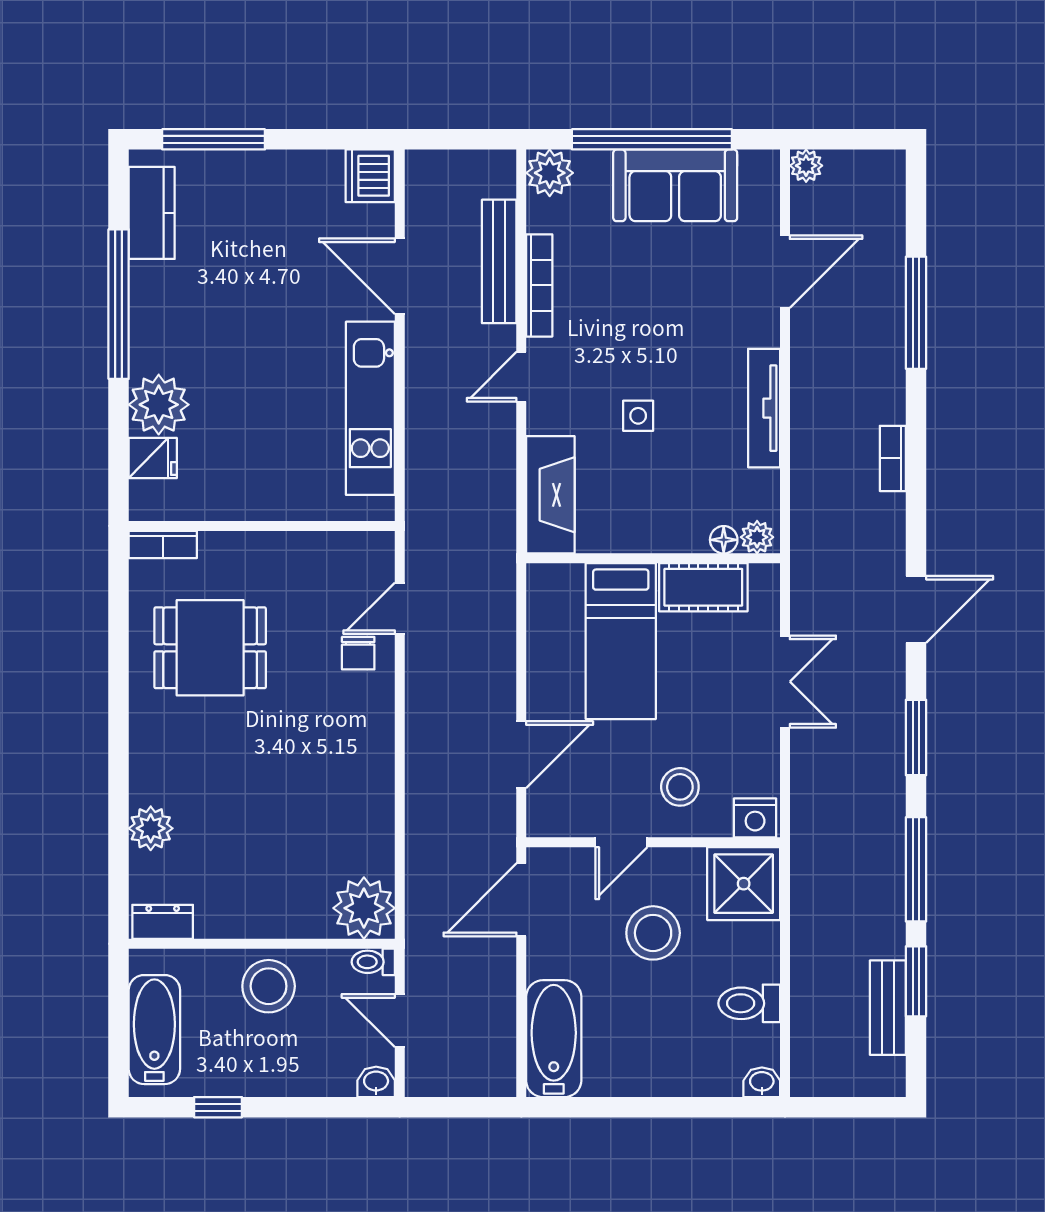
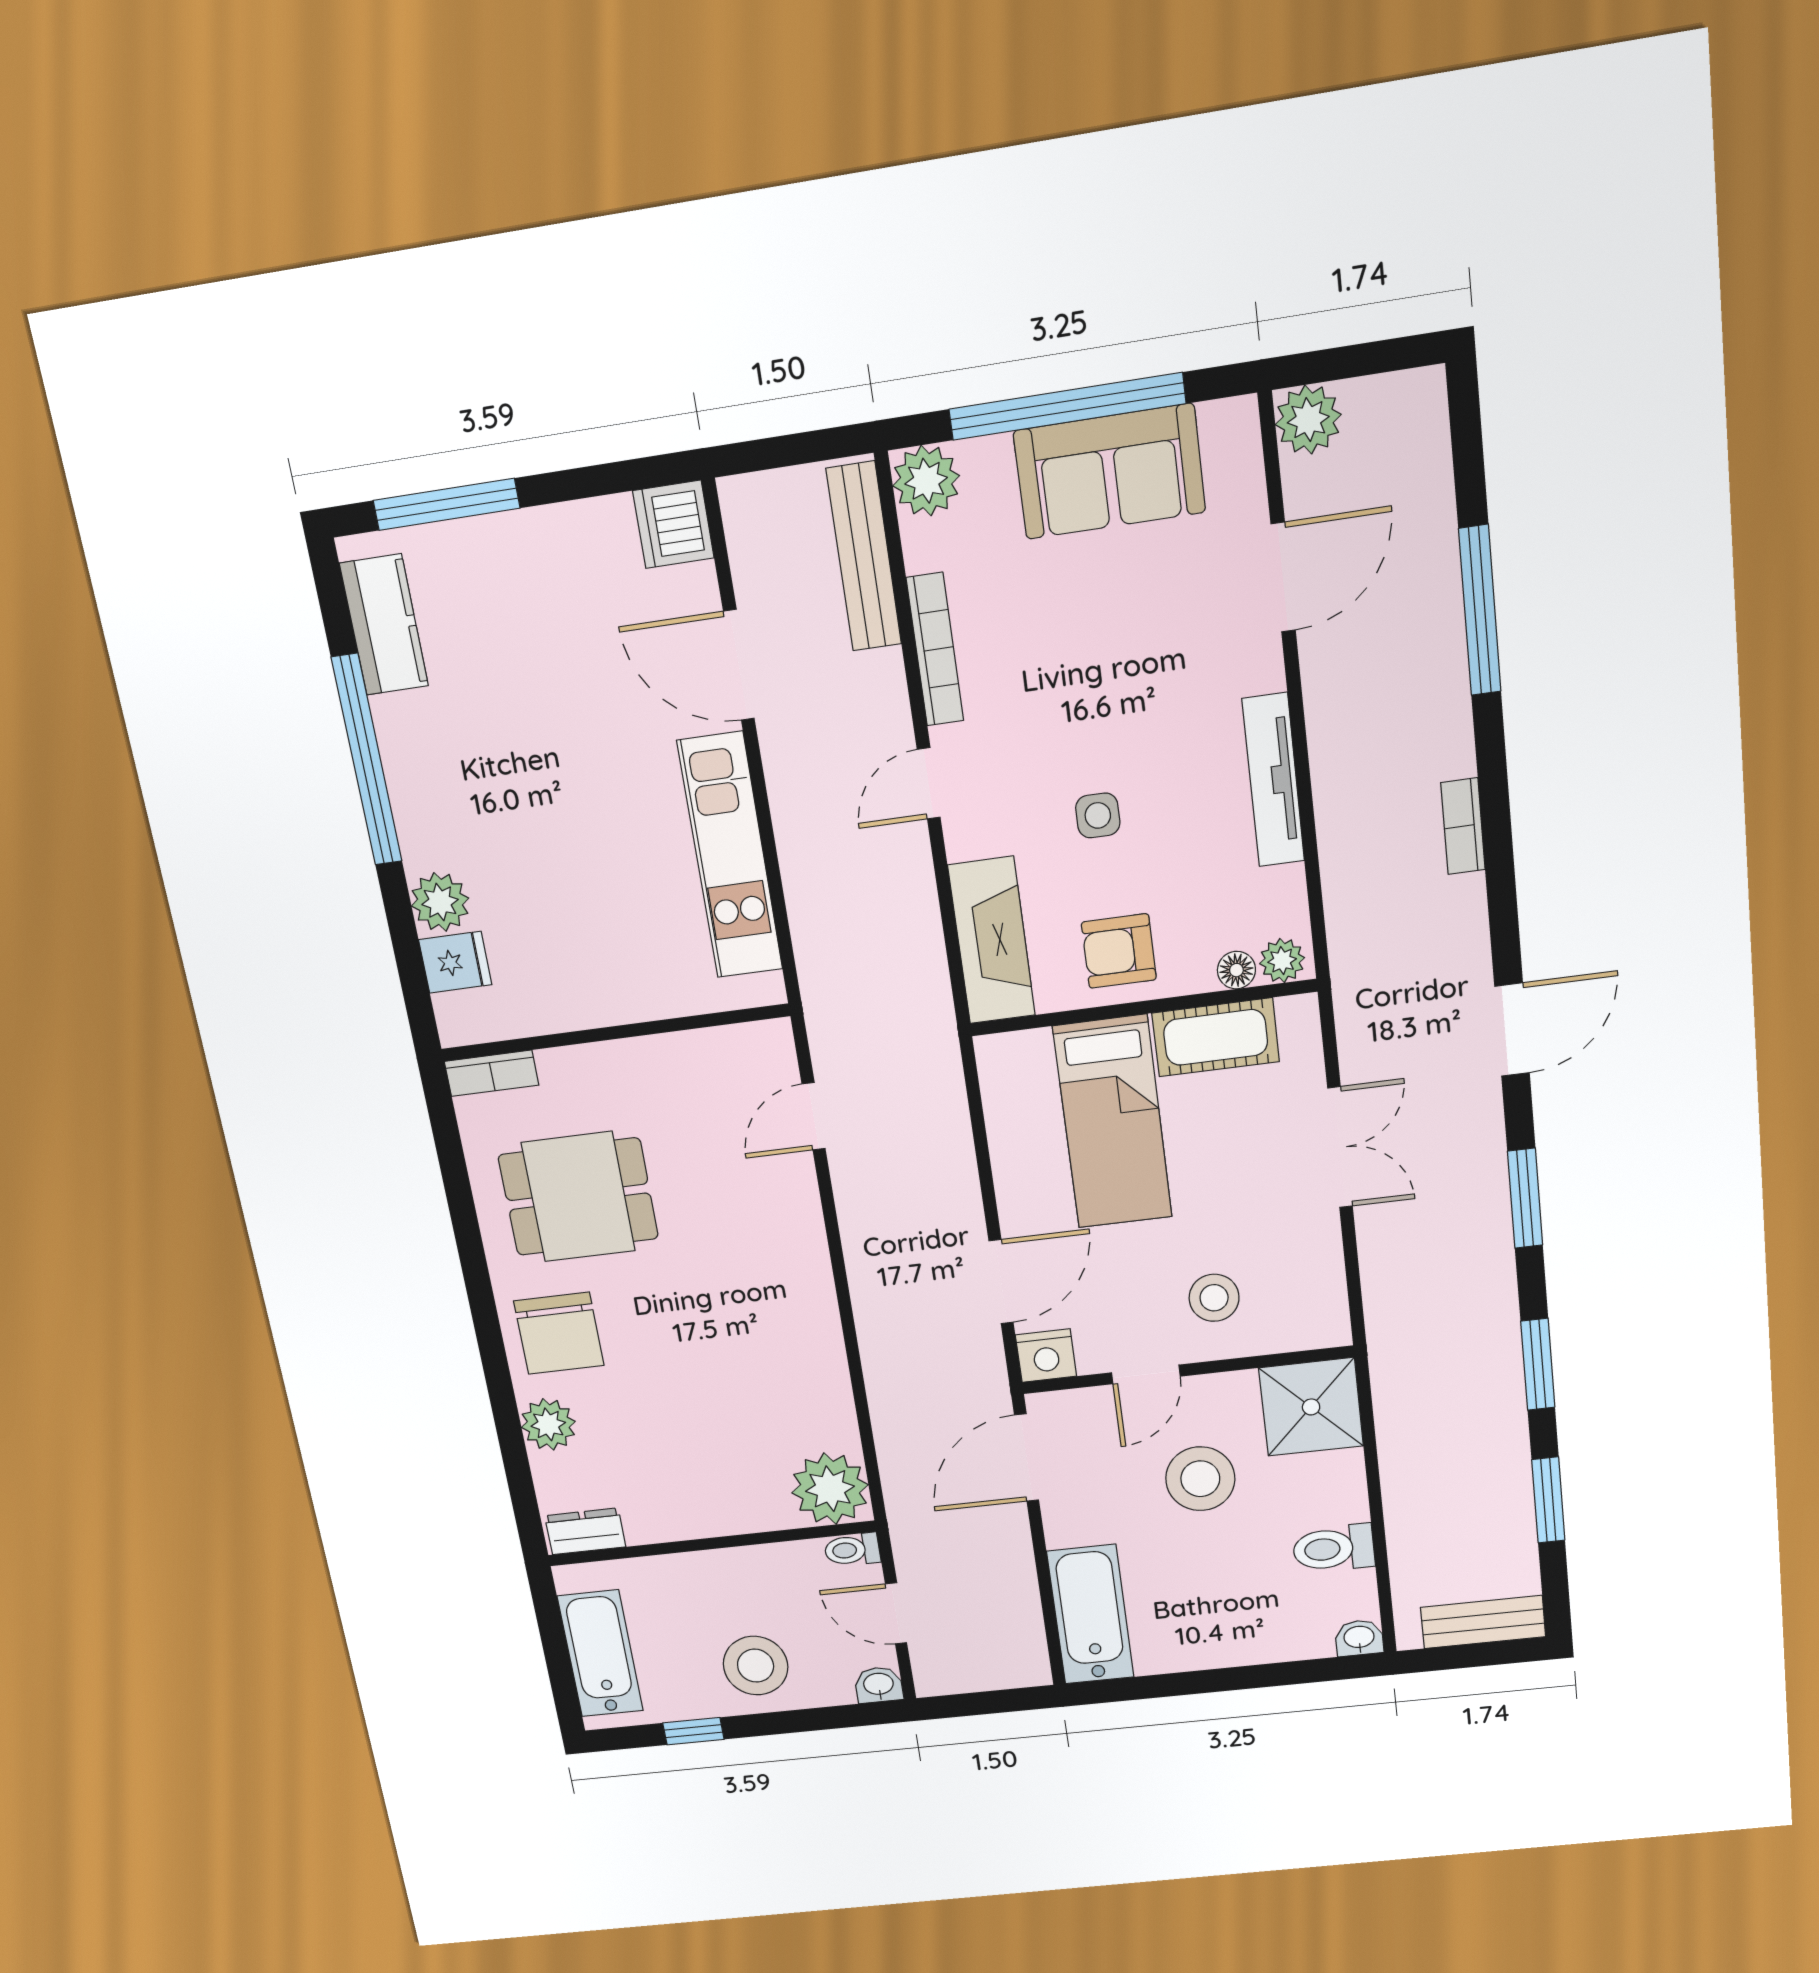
plant: (806, 166) -> (1308, 420), width x1.38, depth x1.38
bench: (499, 261) -> (864, 557), moved
plant: (159, 405) -> (440, 902), width x0.73, depth x0.73
armchair: (641, 515) -> (1119, 951), added
chair: (358, 653) -> (559, 1333), moved, width x1.87, depth x1.87
nightstand: (755, 818) -> (1046, 1356), moved
window: (916, 869) -> (1538, 1364), width x0.69
stool: (269, 986) -> (756, 1666), moved
bench: (888, 1008) -> (1483, 1622), moved, turned 90

